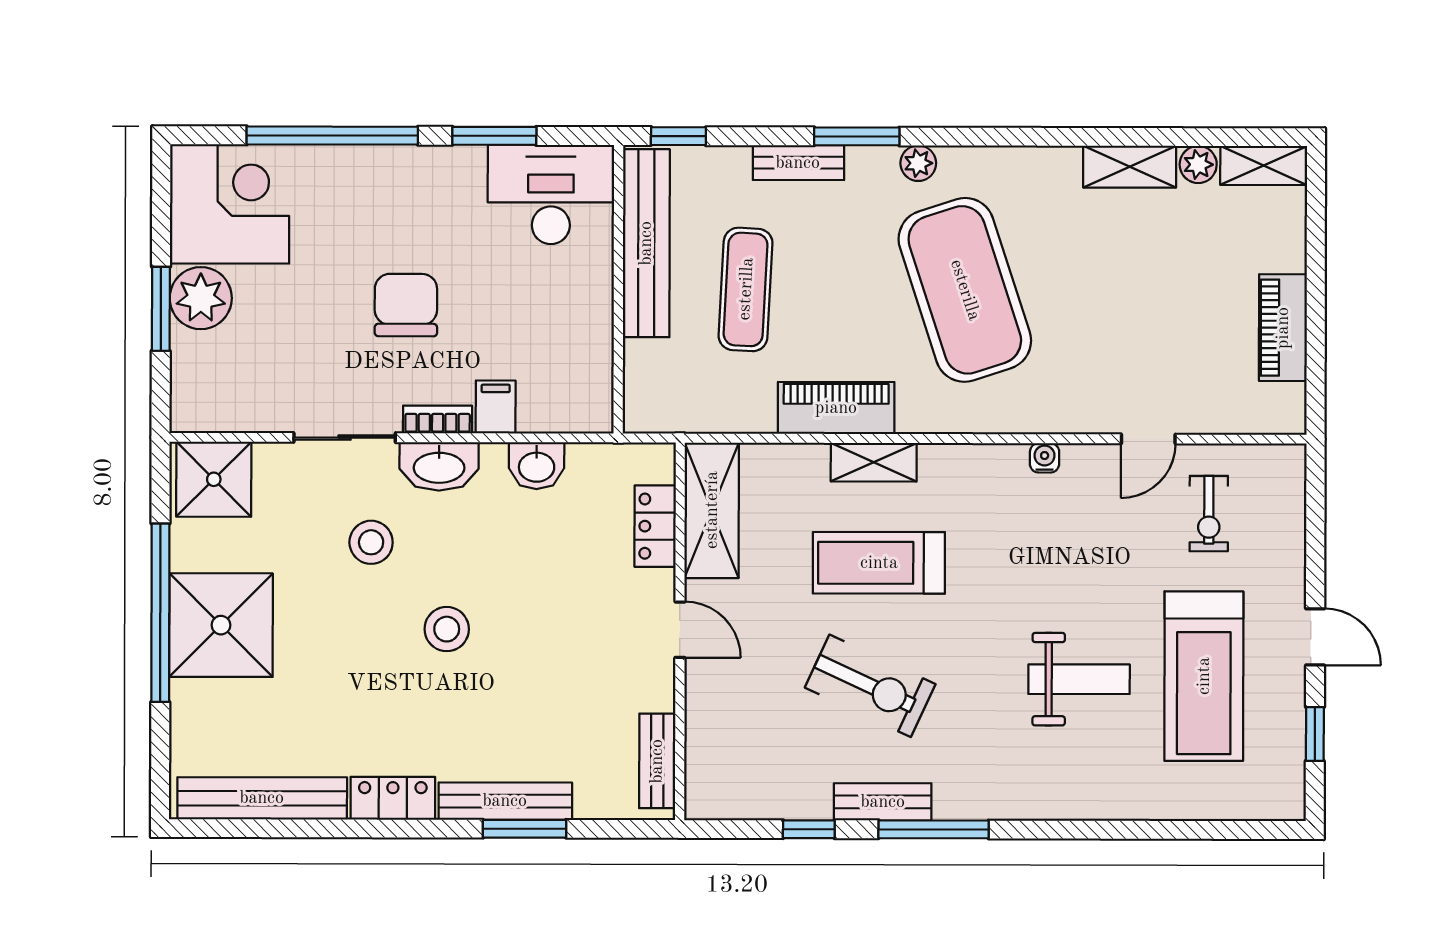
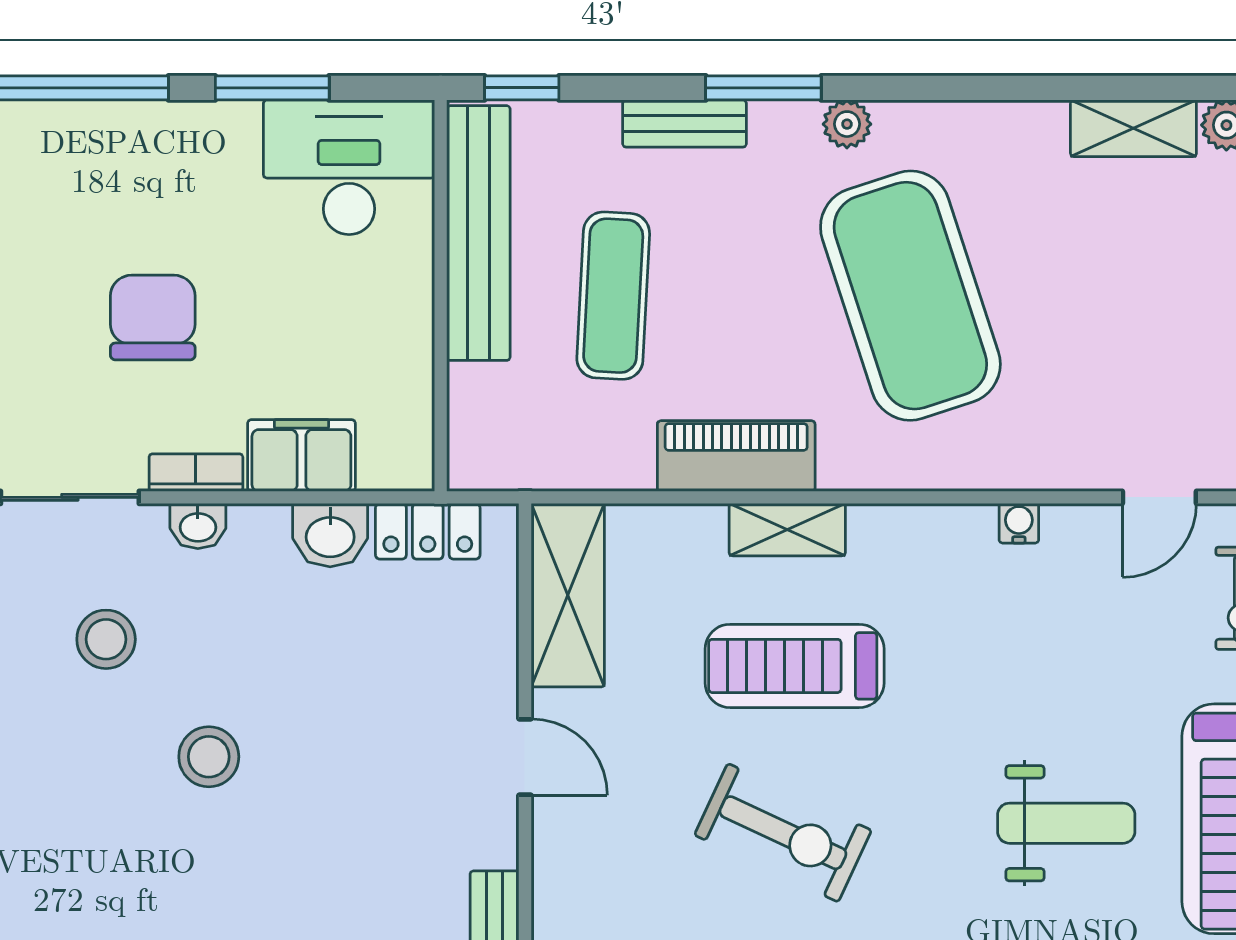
filing cabinet: (496, 407) -> (301, 455), width x2.00
washbasin: (439, 466) -> (198, 526), width x0.52, depth x0.69
locker: (655, 526) -> (428, 531), moved, turned -90

